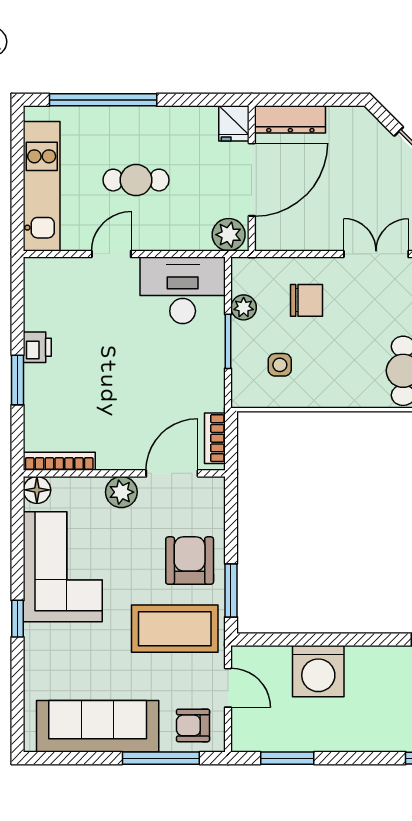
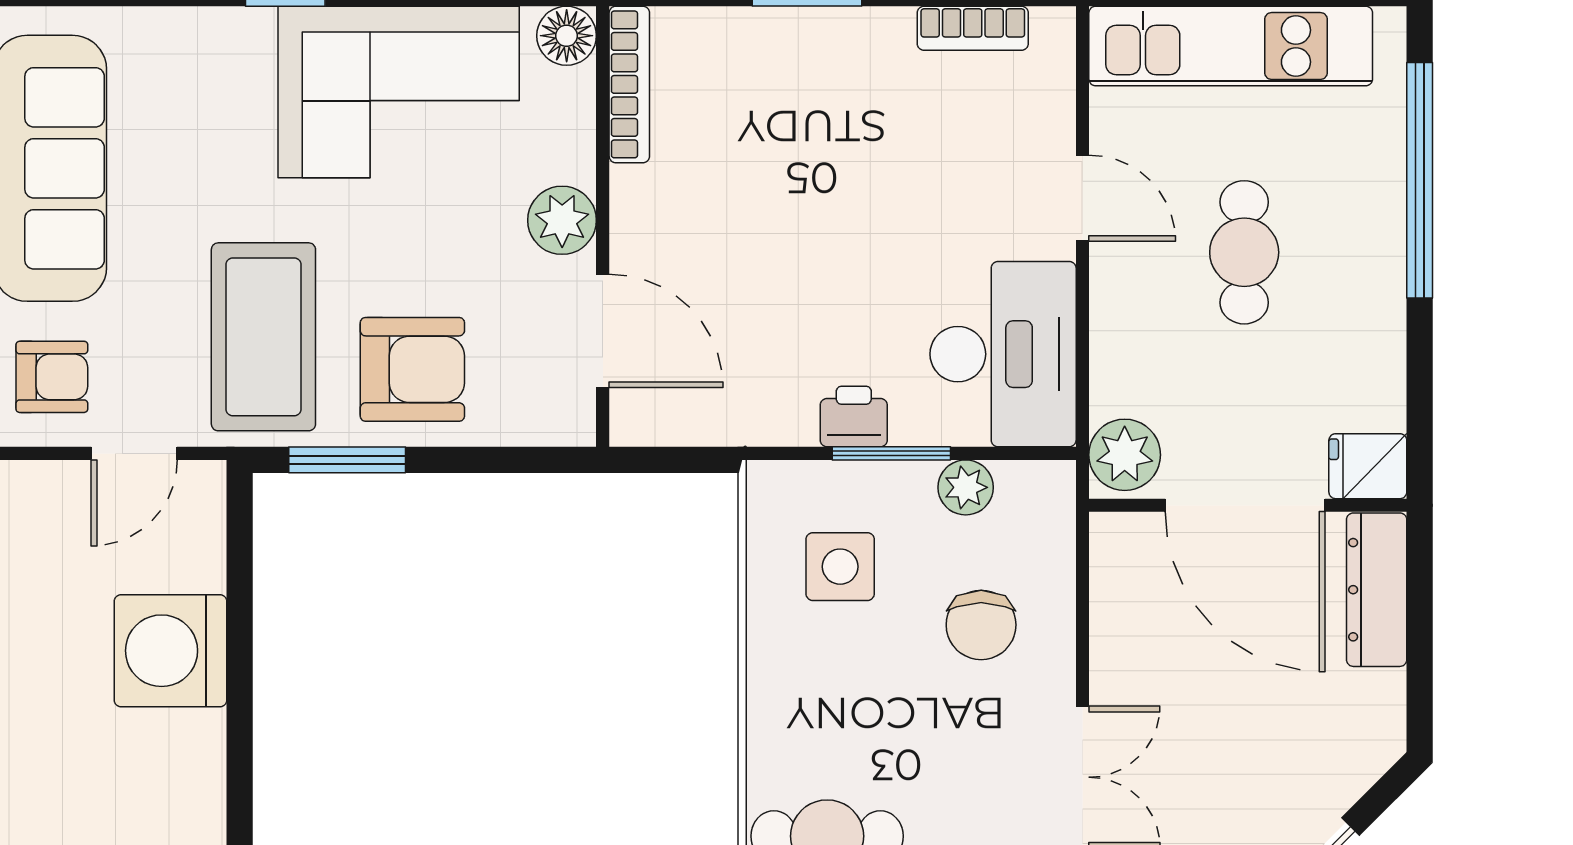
printer: (37, 347) -> (854, 417), moved, turned 180
side table: (280, 365) -> (840, 567), width x1.37, depth x1.37
bookcase: (215, 438) -> (973, 28), moved, turned 180
armchair: (193, 725) -> (52, 377), turned 90

